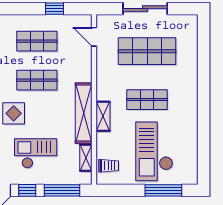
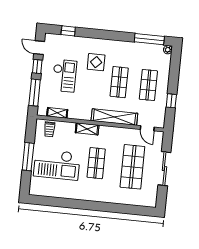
door: (94, 37) -> (147, 128), swing flipped
shelving: (84, 113) -> (114, 117), moved
checkout: (154, 151) -> (57, 165), turned 180
window: (163, 190) -> (28, 157), moved

